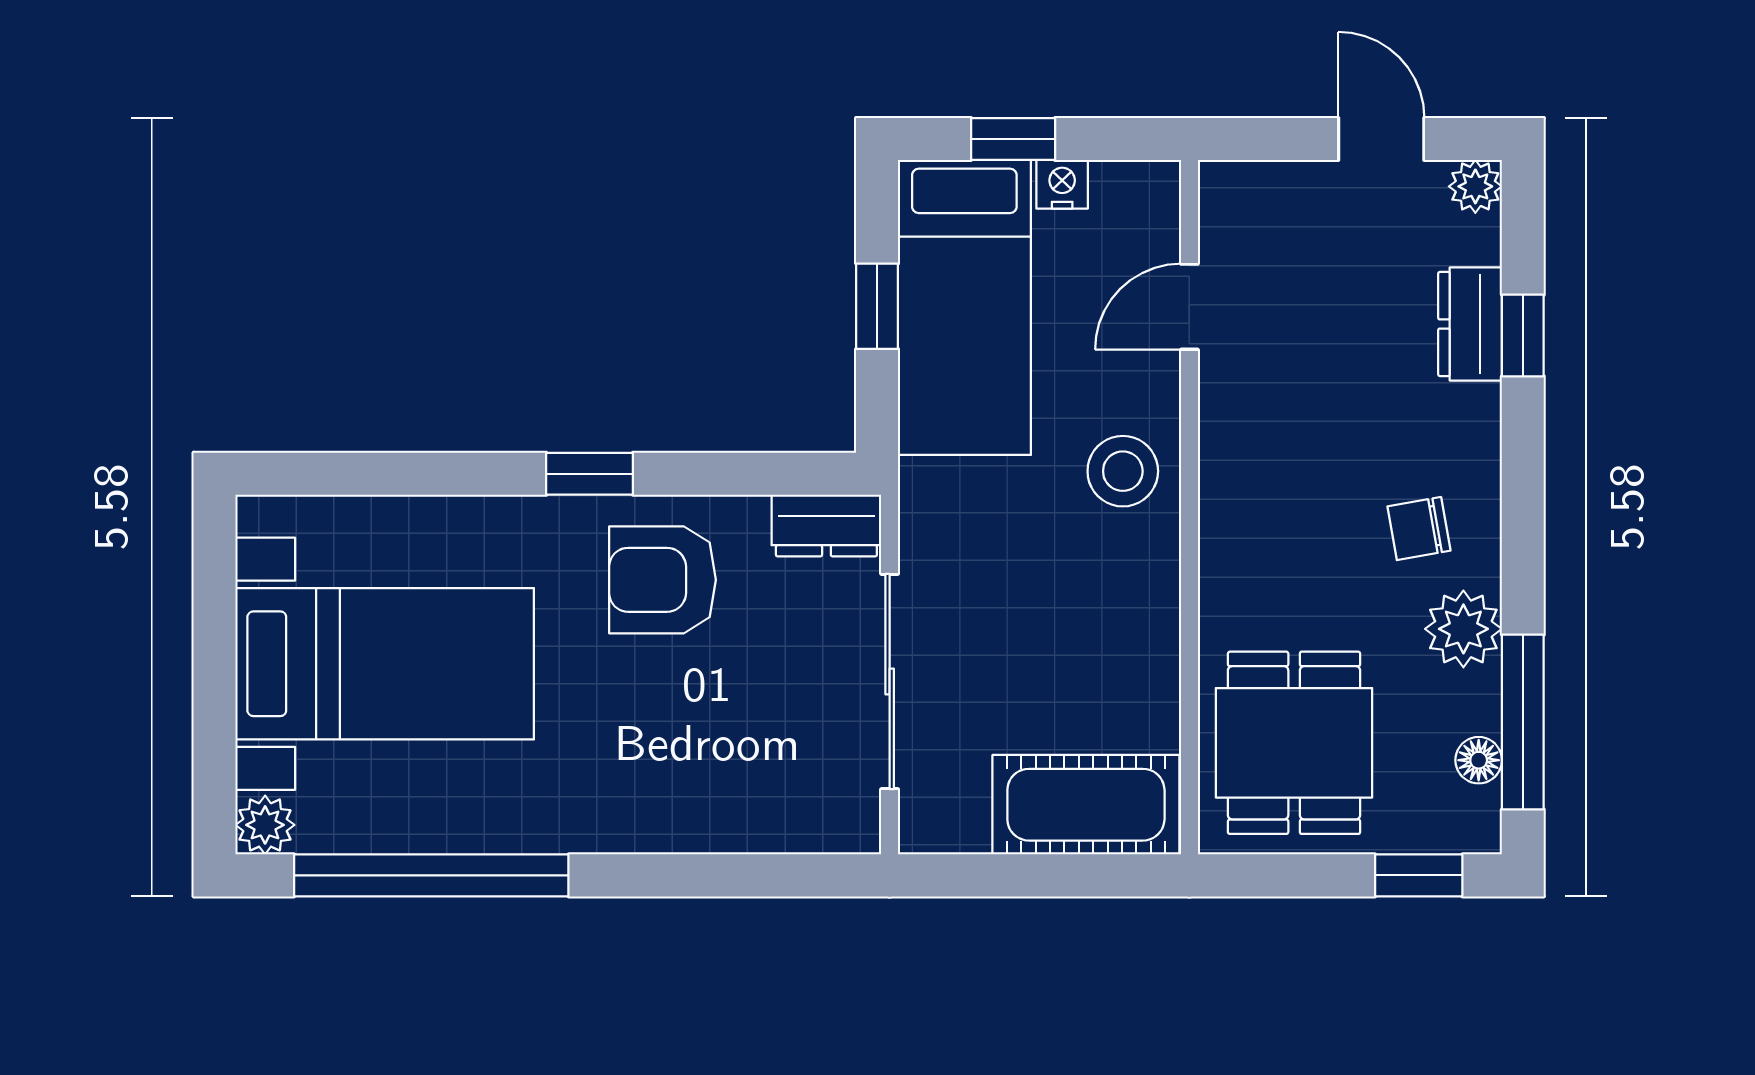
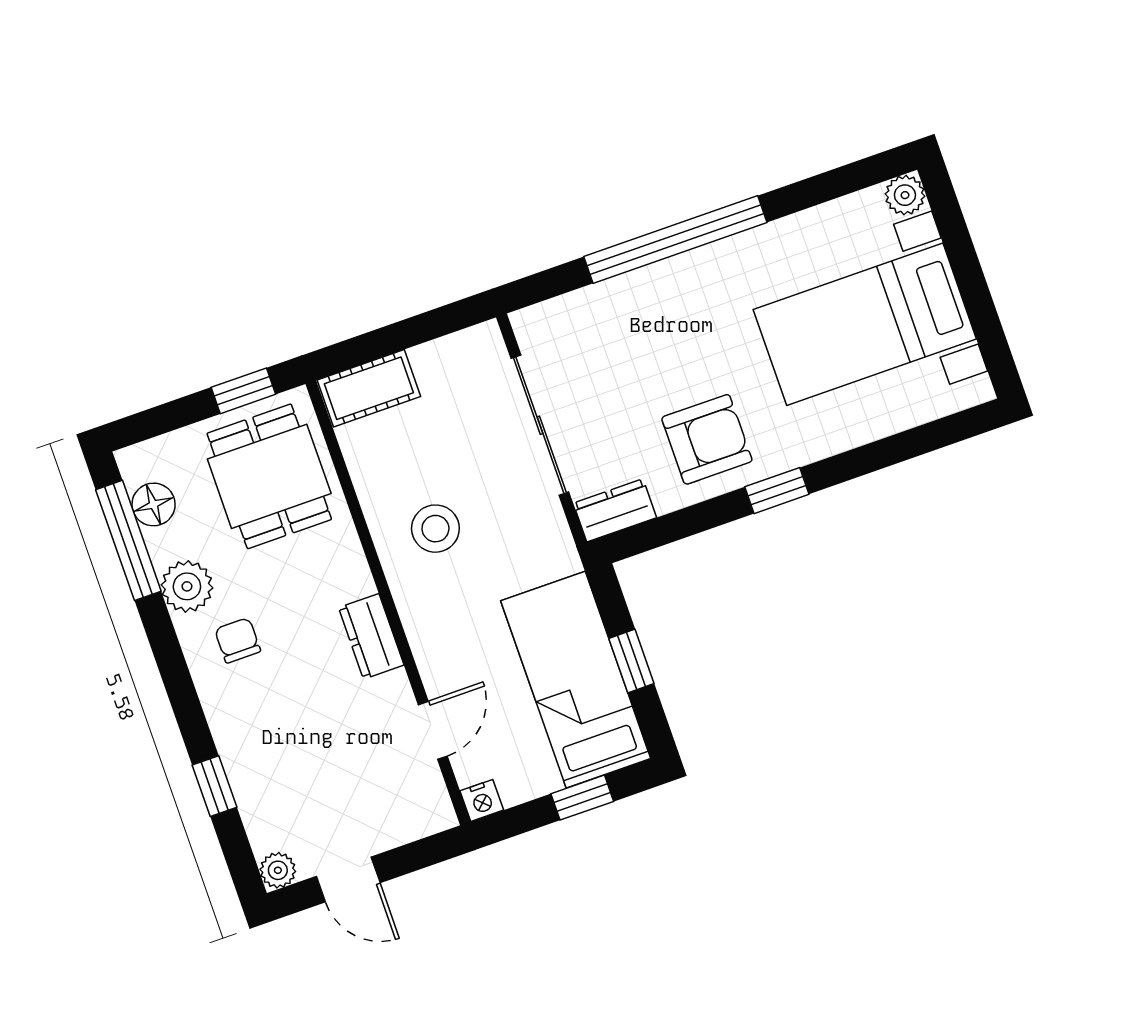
nightstand: (1062, 184) -> (482, 800), moved
dresser: (1470, 324) -> (371, 636), moved, turned 180
stool: (1123, 471) -> (435, 529), moved
chair: (1419, 529) -> (238, 640), turned -80
floor lamp: (1479, 760) -> (154, 504), width x1.37, depth x1.37
cot: (1086, 805) -> (369, 388), width x0.73, depth x0.75
window: (431, 875) -> (675, 239), moved
window: (1419, 875) -> (243, 391), moved

